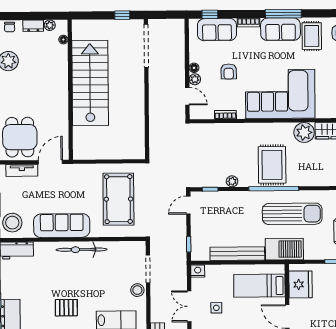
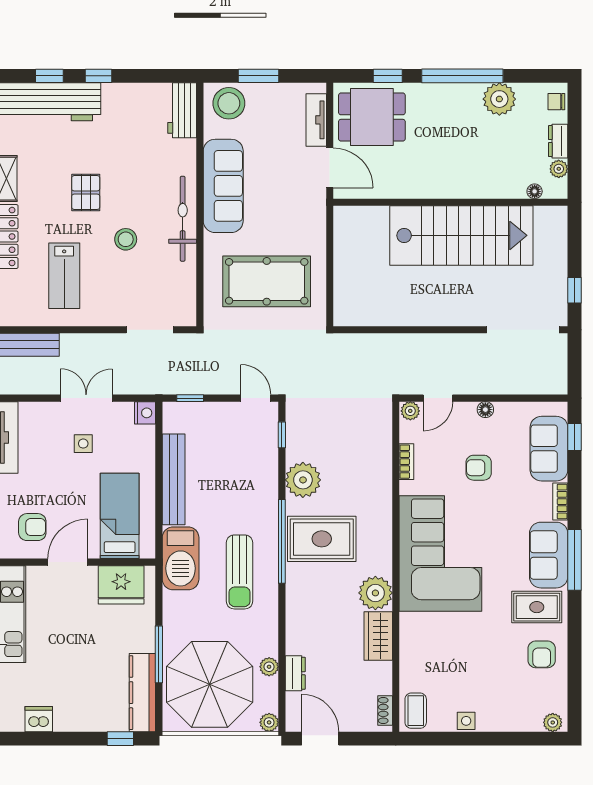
plant: (195, 79) -> (410, 411), moved
plant: (232, 181) -> (303, 480), width x1.87, depth x1.87
sun lounger: (292, 214) -> (240, 572), width x0.73, depth x0.75
stool: (137, 290) -> (126, 239), moved

